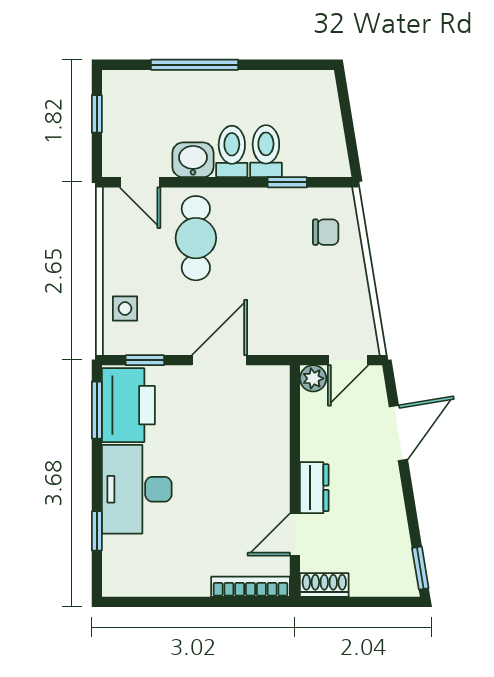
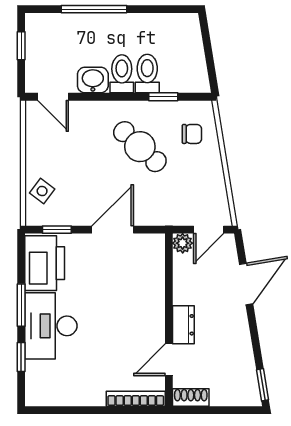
cafe table: (196, 238) -> (140, 147), moved, turned -47
side table: (125, 309) -> (42, 191), turned 37
window: (97, 410) -> (21, 305), moved

